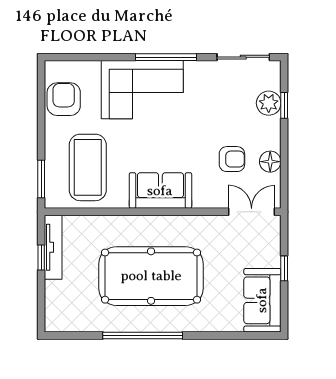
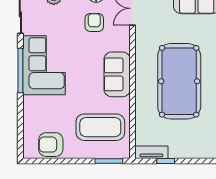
corner sofa: (142, 90) -> (44, 65), moved
tv unit: (53, 247) -> (151, 152), width x0.71

